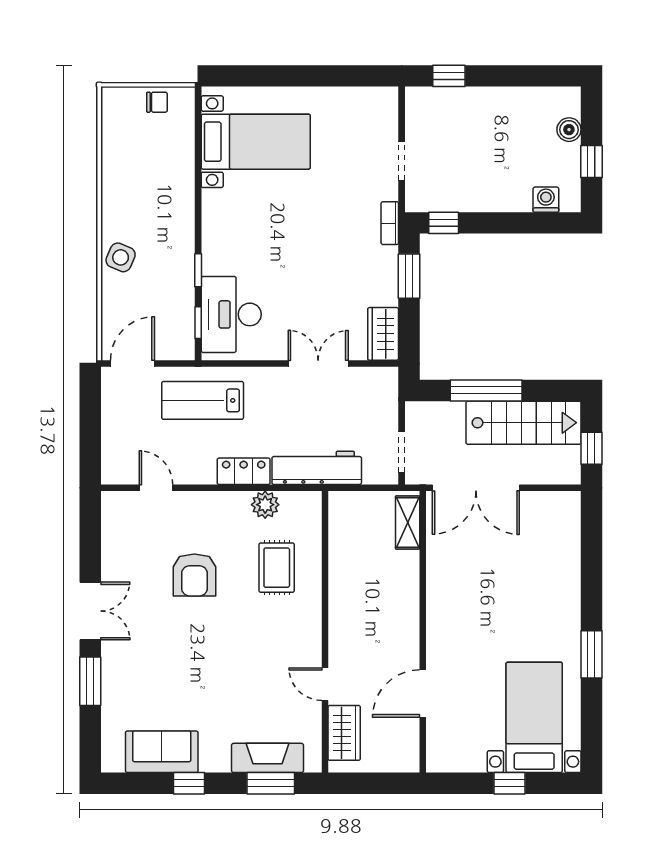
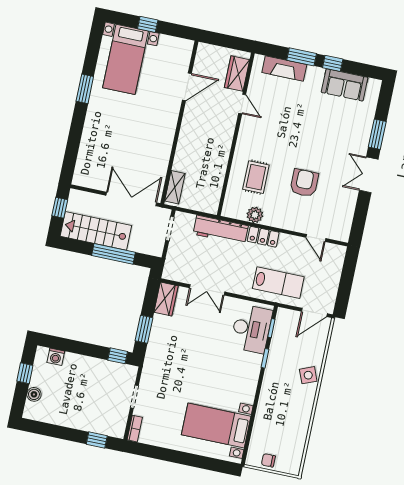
bookcase: (390, 223) -> (135, 429), moved
side table: (121, 257) -> (308, 375), turned 45
window: (271, 783) -> (302, 57), moved

